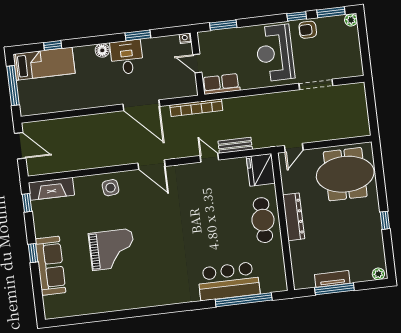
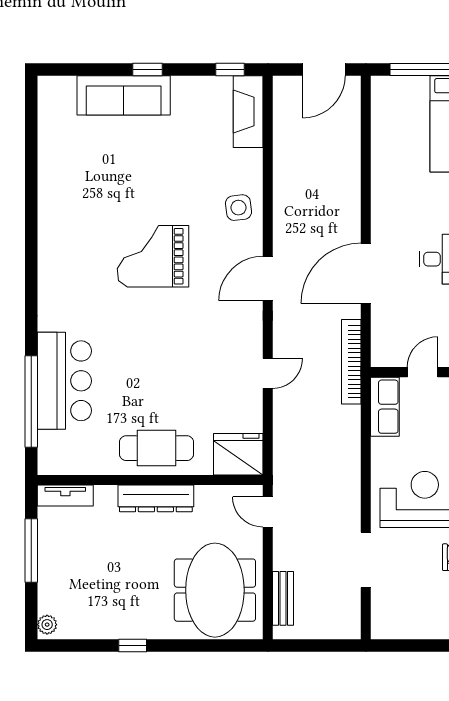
bench: (235, 145) -> (283, 598), moved
grand piano: (112, 249) -> (153, 256), moved, turned 90
tv unit: (332, 279) -> (65, 496), moved, turned 90

